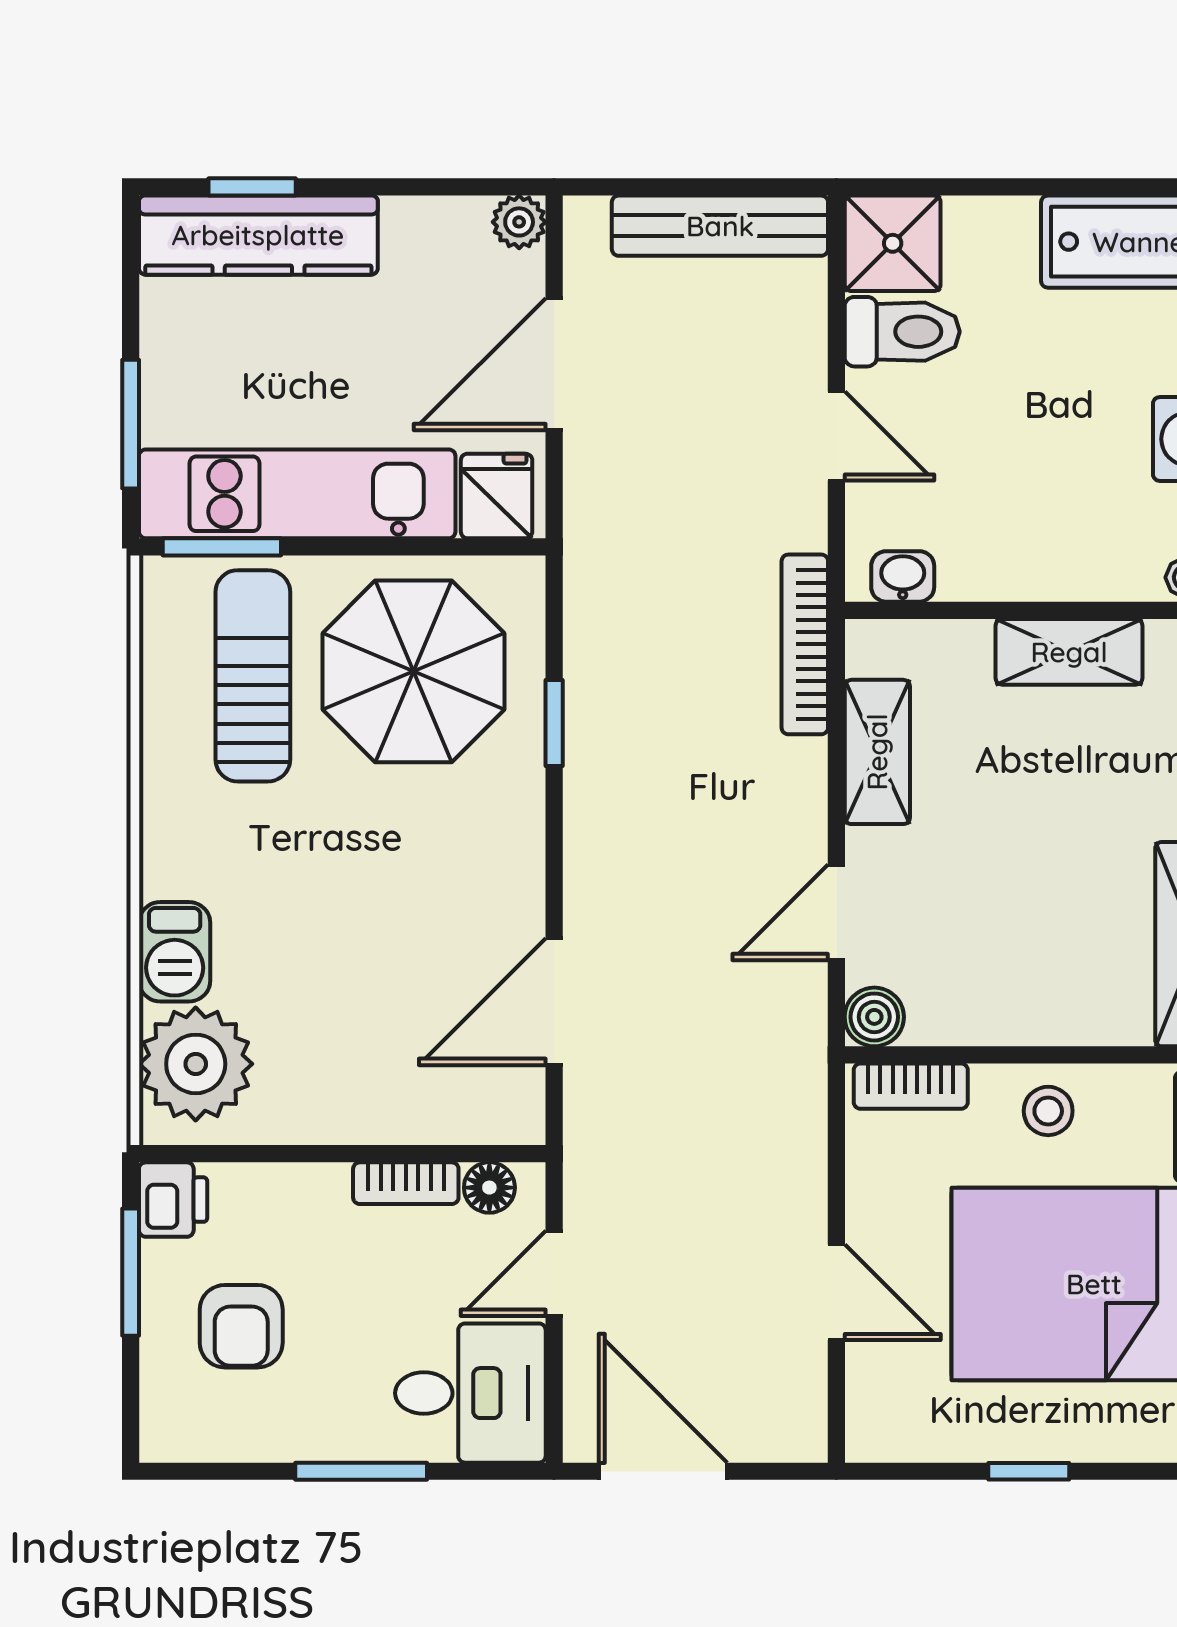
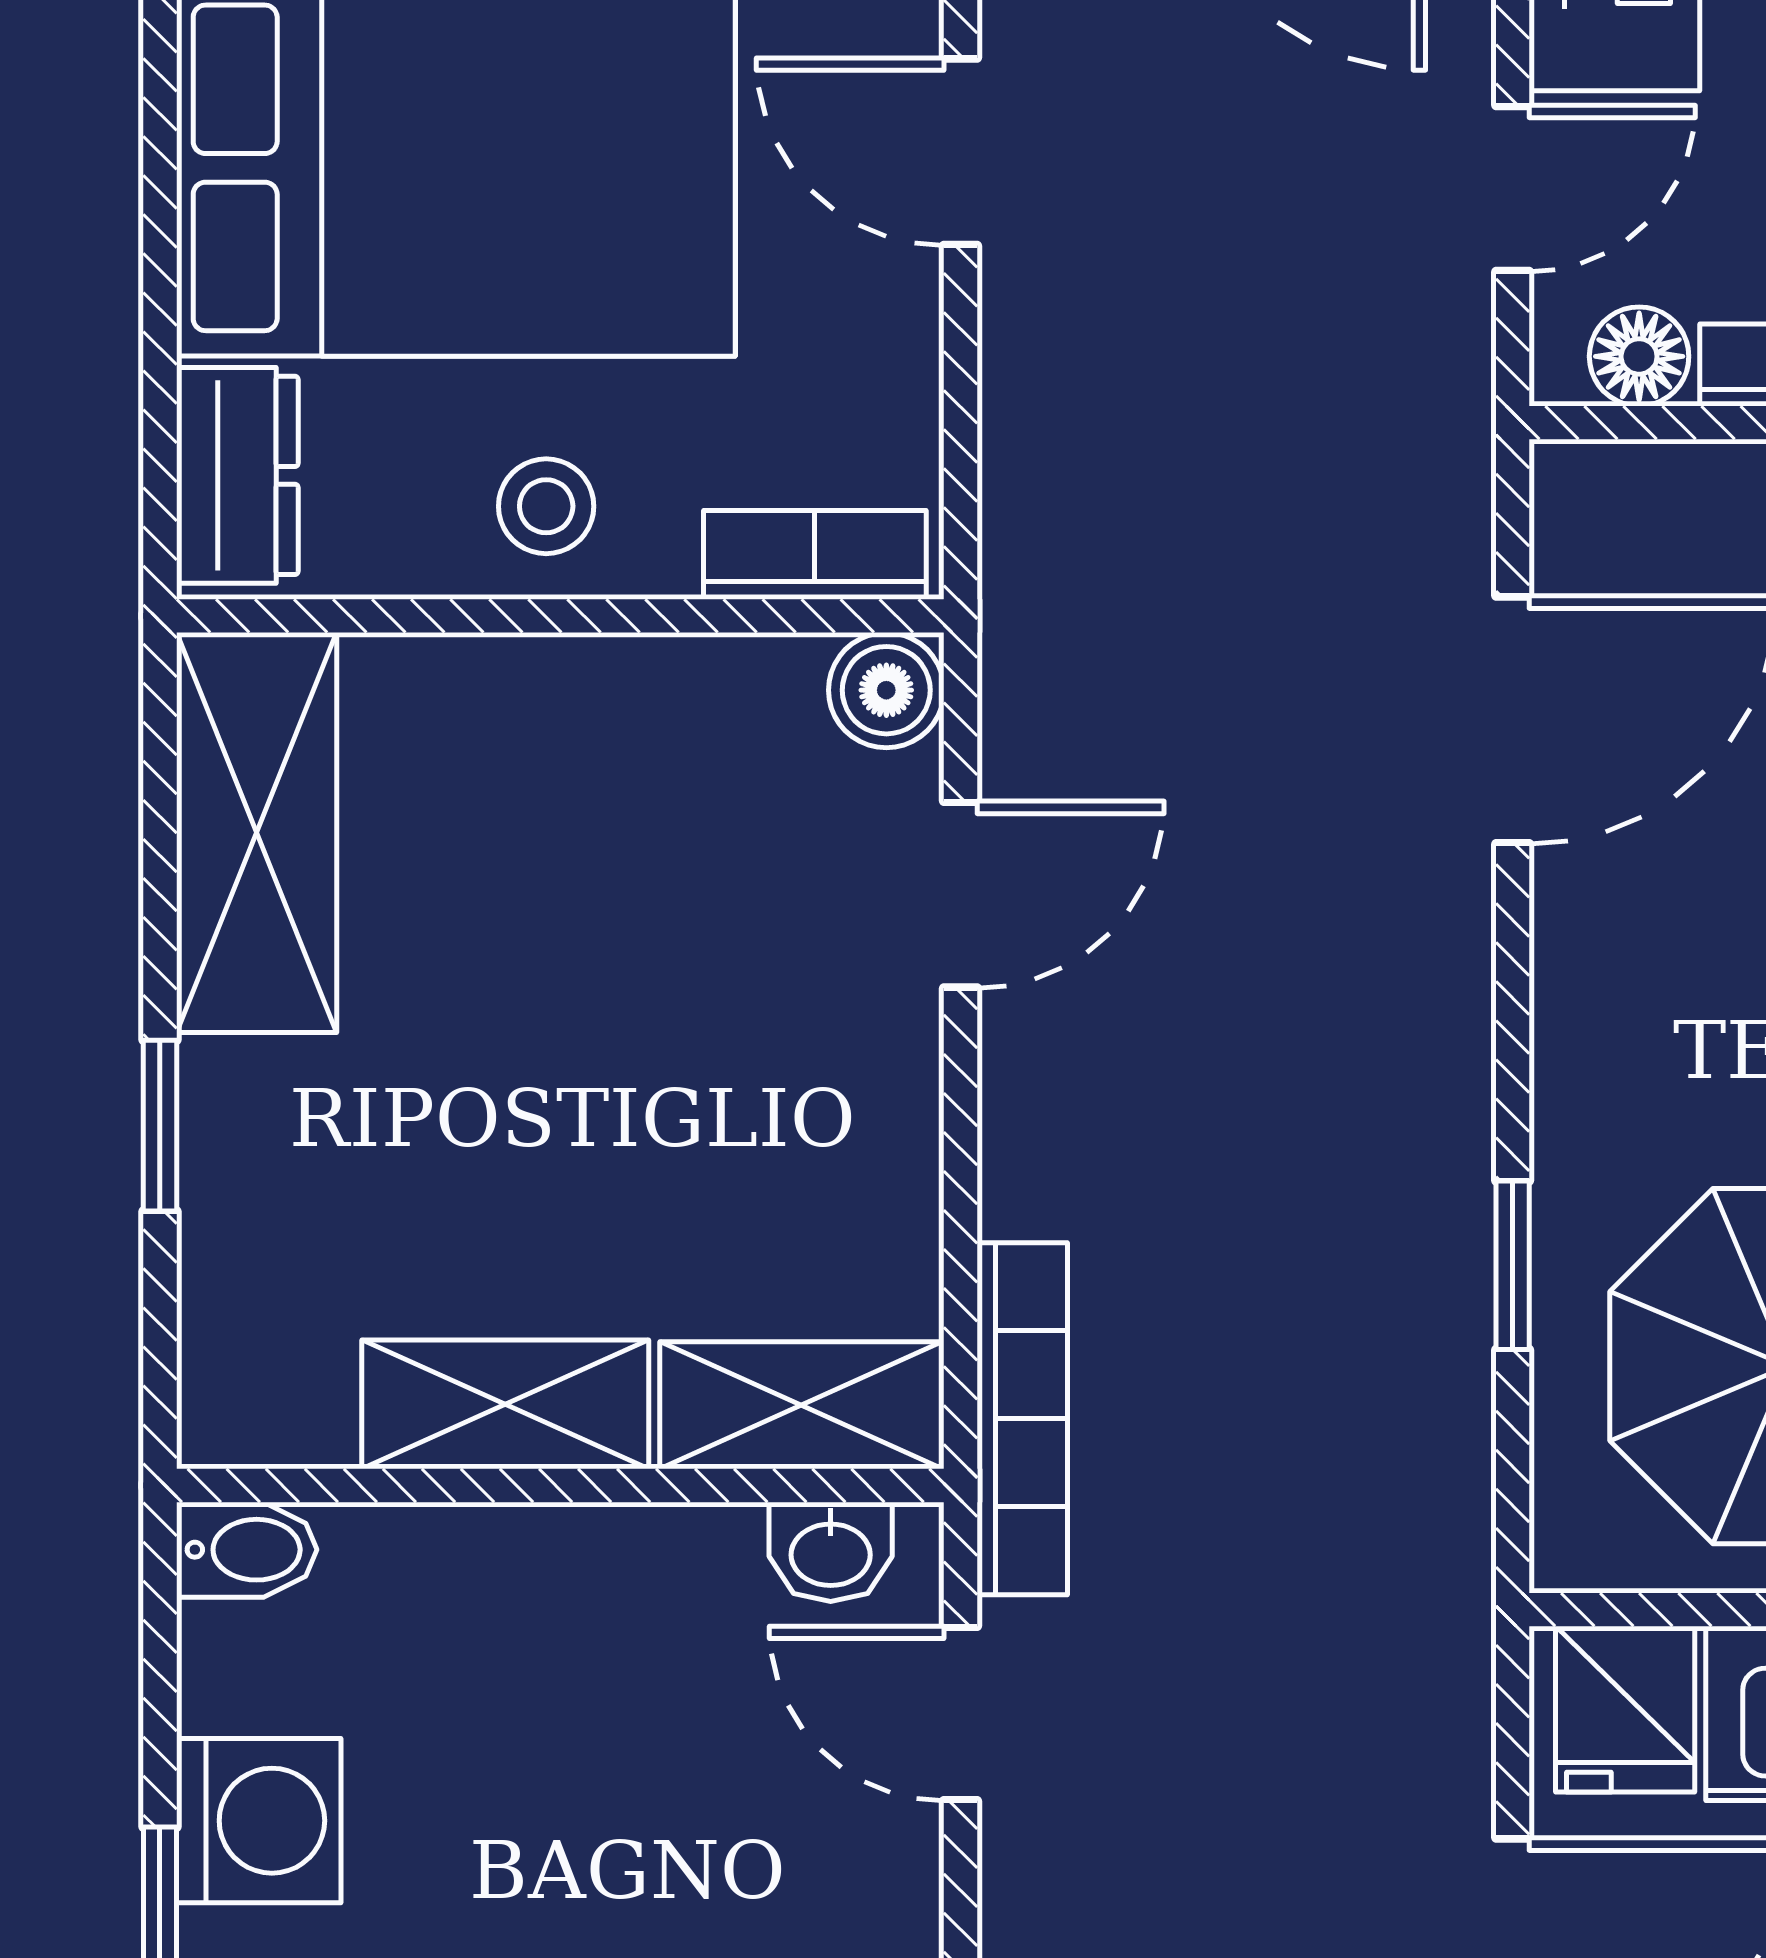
door: (836, 436) -> (961, 1714), moved
shelving: (877, 752) -> (801, 1405), moved, turned 90

